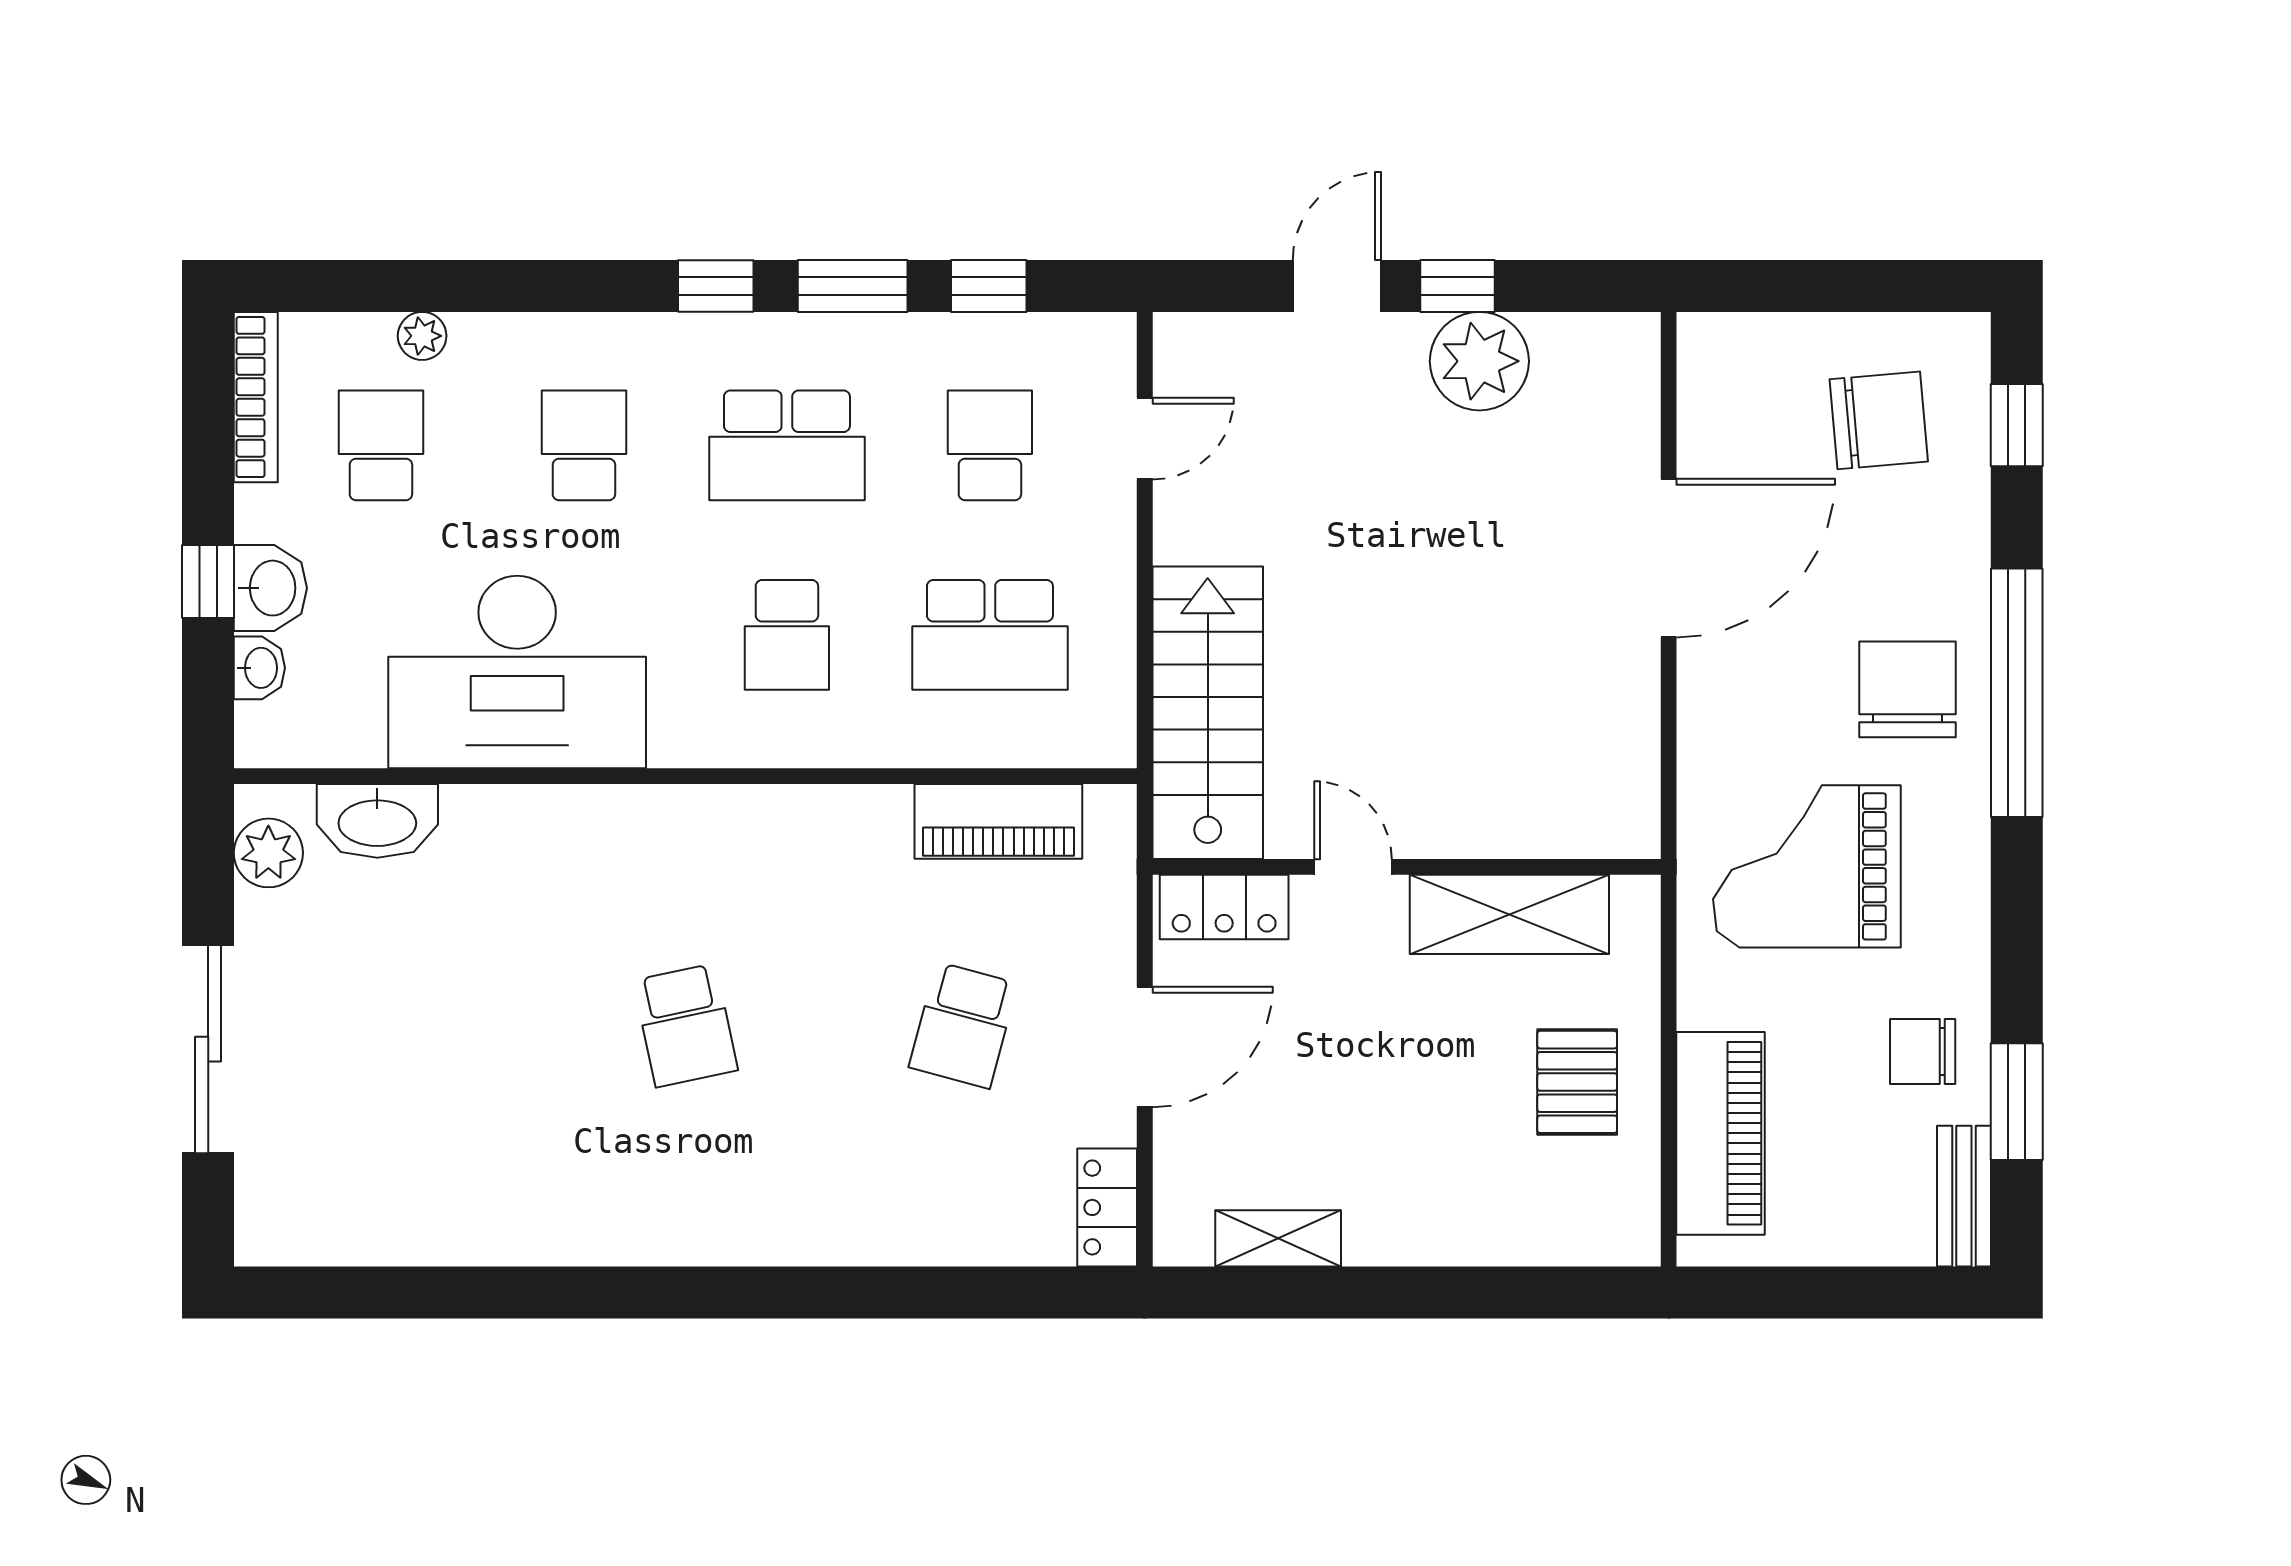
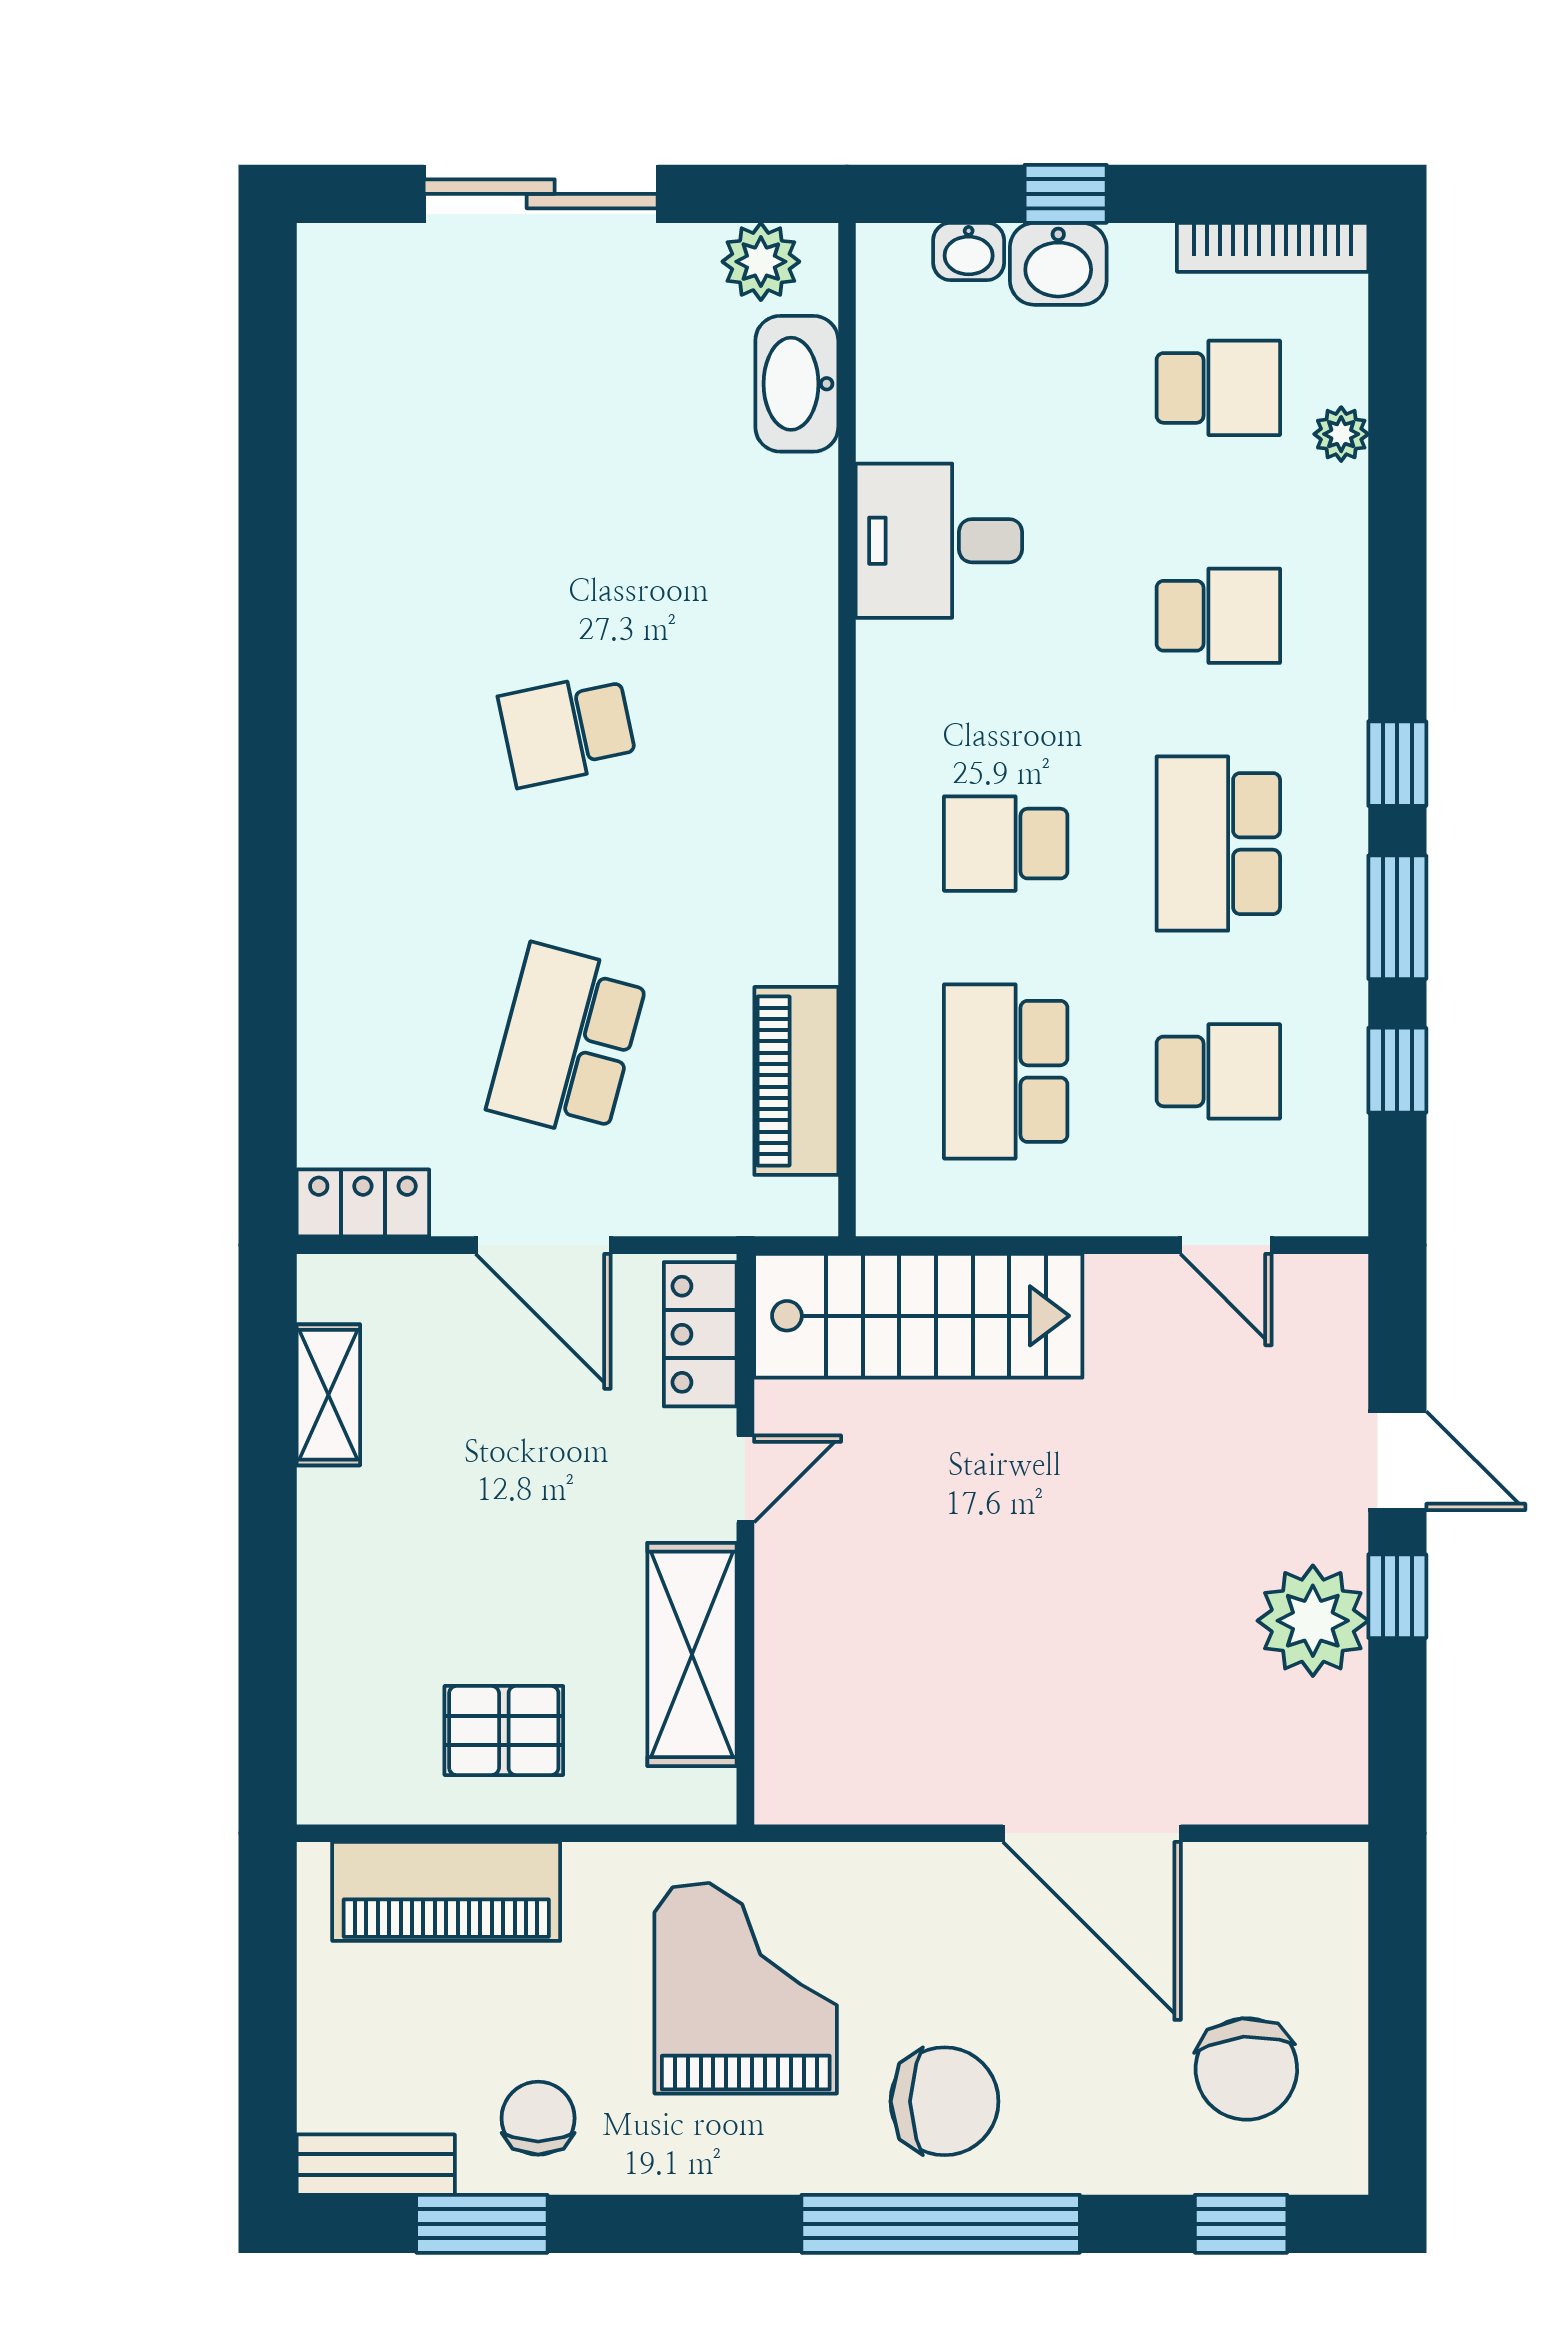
desk: (517, 672) -> (939, 541), width x0.53, depth x0.77
school desk: (963, 1025) -> (567, 1041), width x1.85

